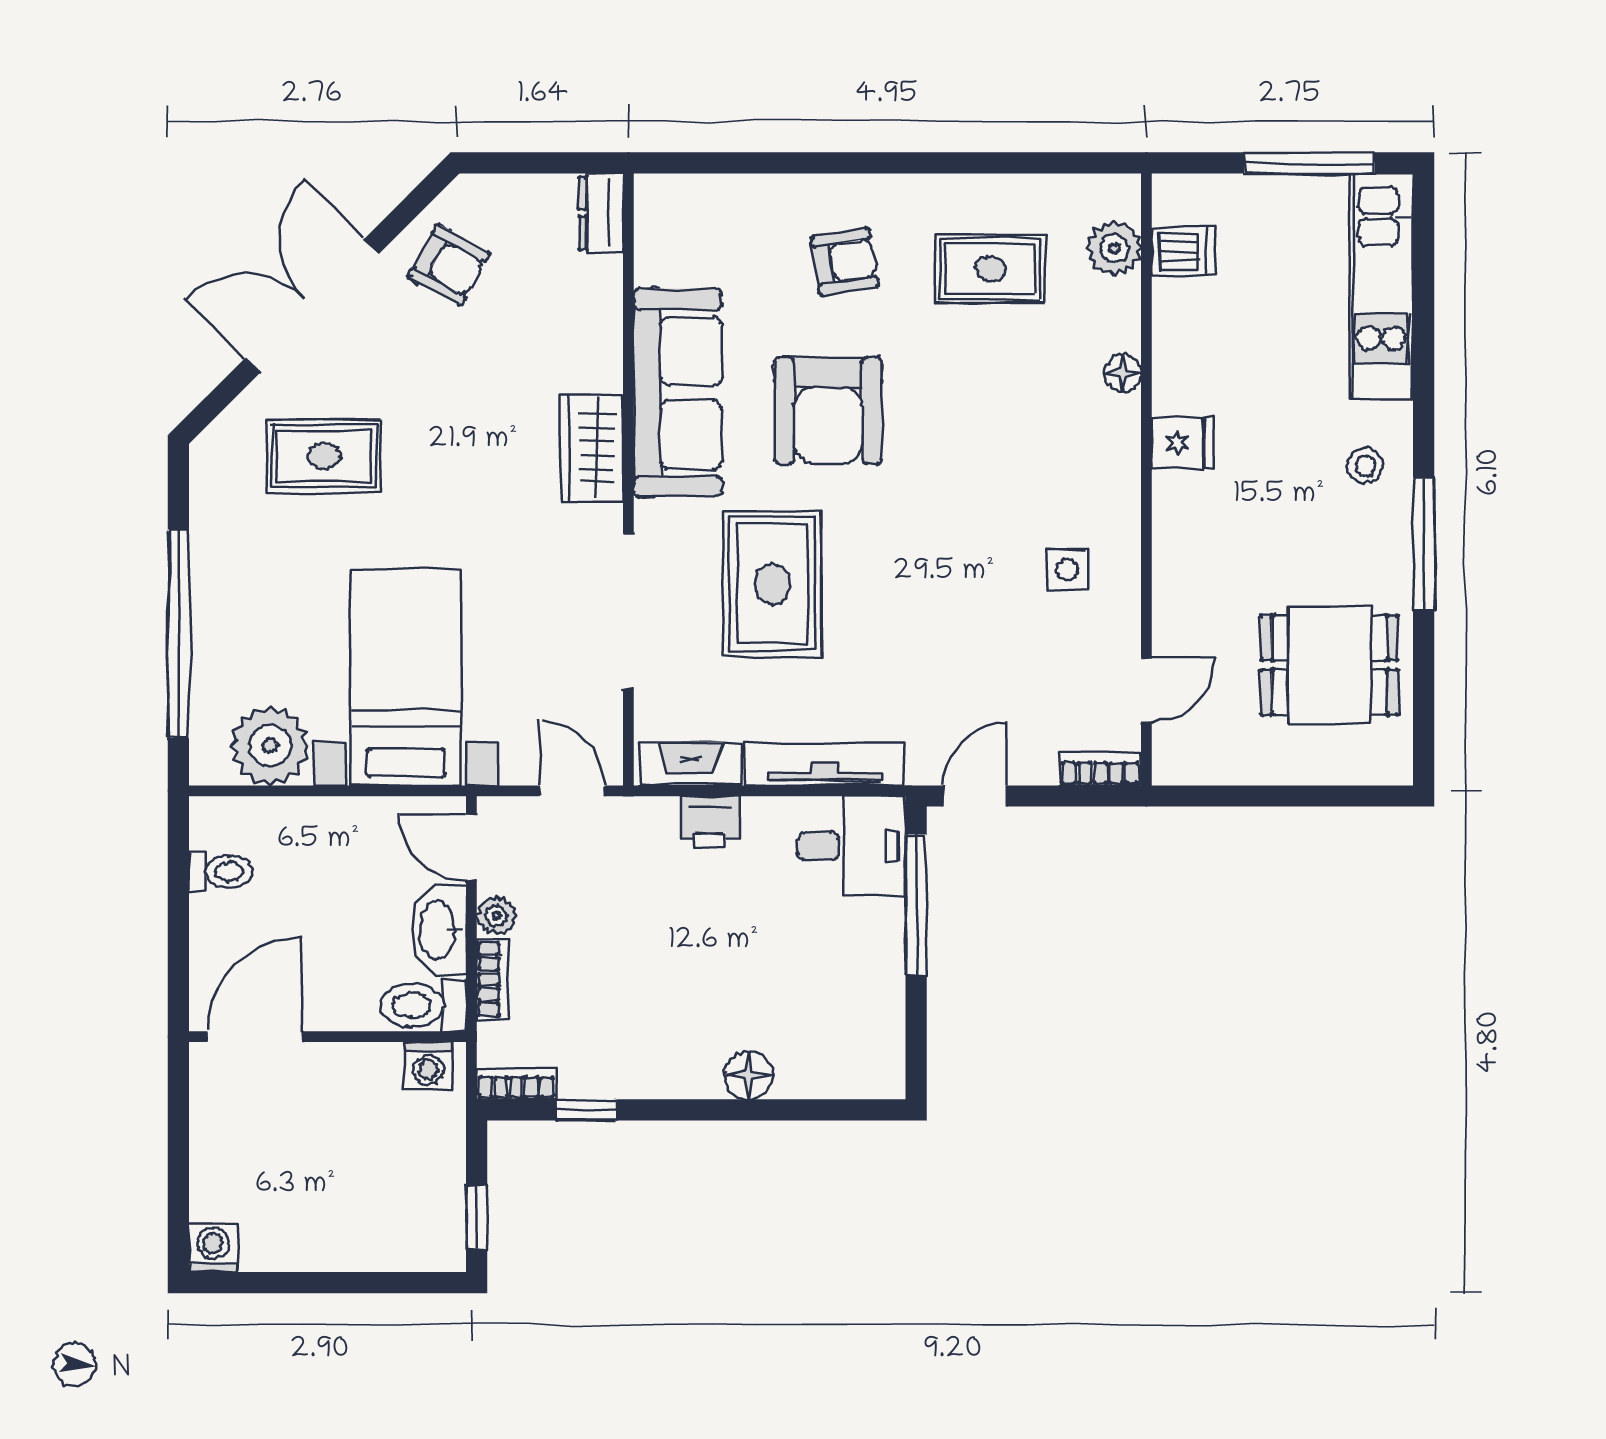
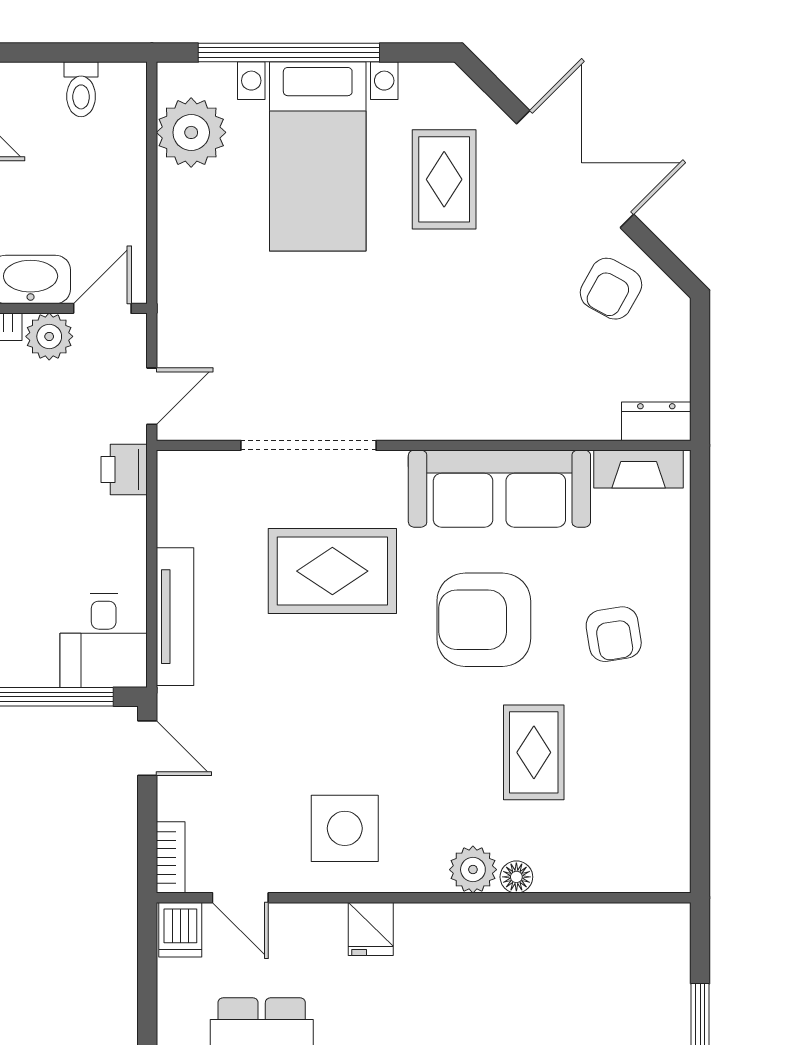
plant: (1114, 248) -> (473, 870), moved
dishwasher: (1183, 251) -> (180, 930), moved
rug: (990, 269) -> (534, 752), moved
fridge: (1182, 443) -> (371, 929), moved
wardrobe: (592, 448) -> (451, 414), removed
side table: (1067, 570) -> (345, 828), width x1.87, depth x1.87
bed with nightstands: (406, 677) -> (318, 156), moved, turned 90
fireplace: (690, 764) -> (639, 469), moved, turned 90
printer: (710, 822) -> (124, 469), moved
plant: (496, 916) -> (49, 336), width x1.38, depth x1.38

